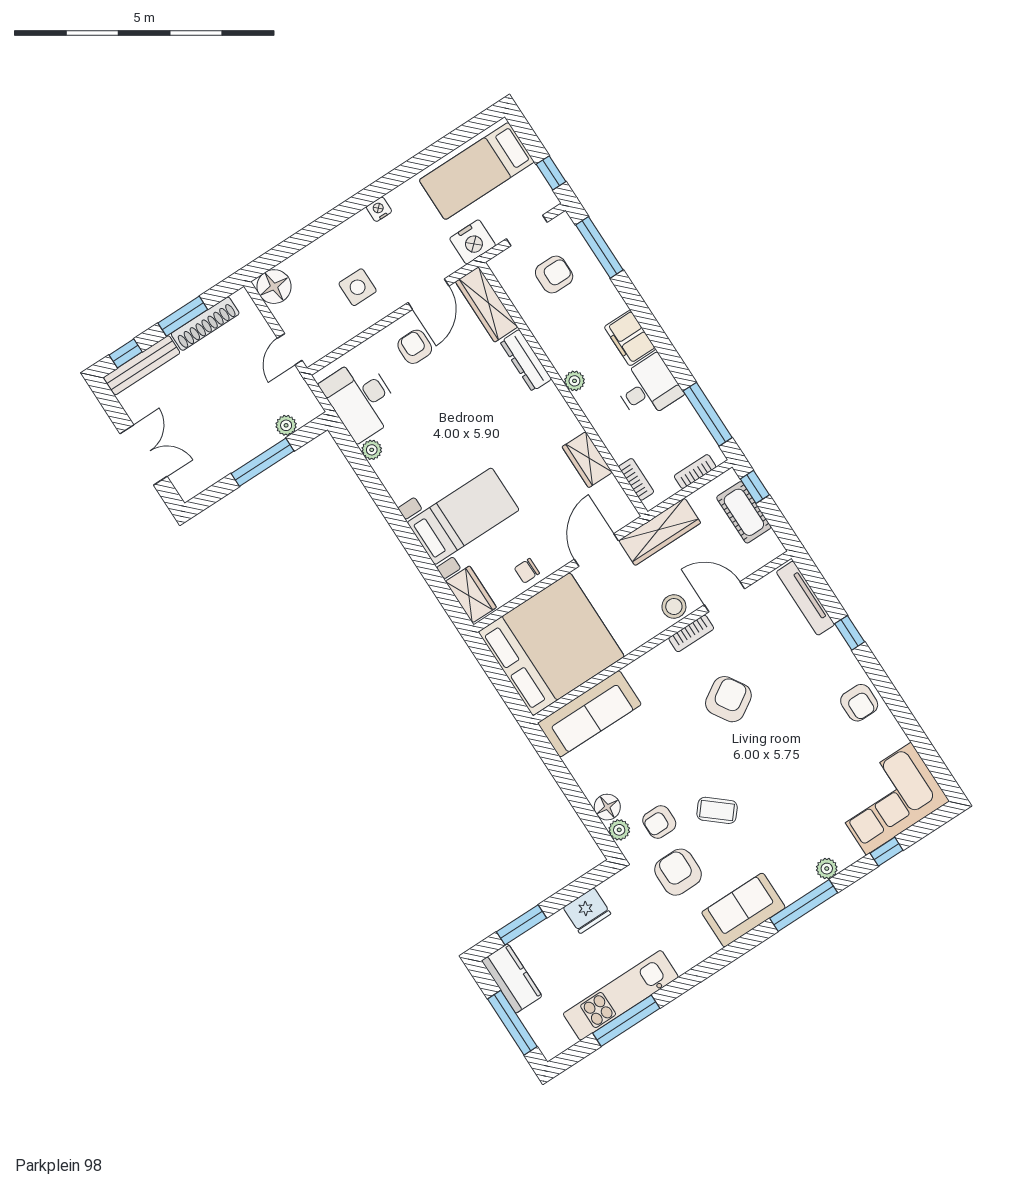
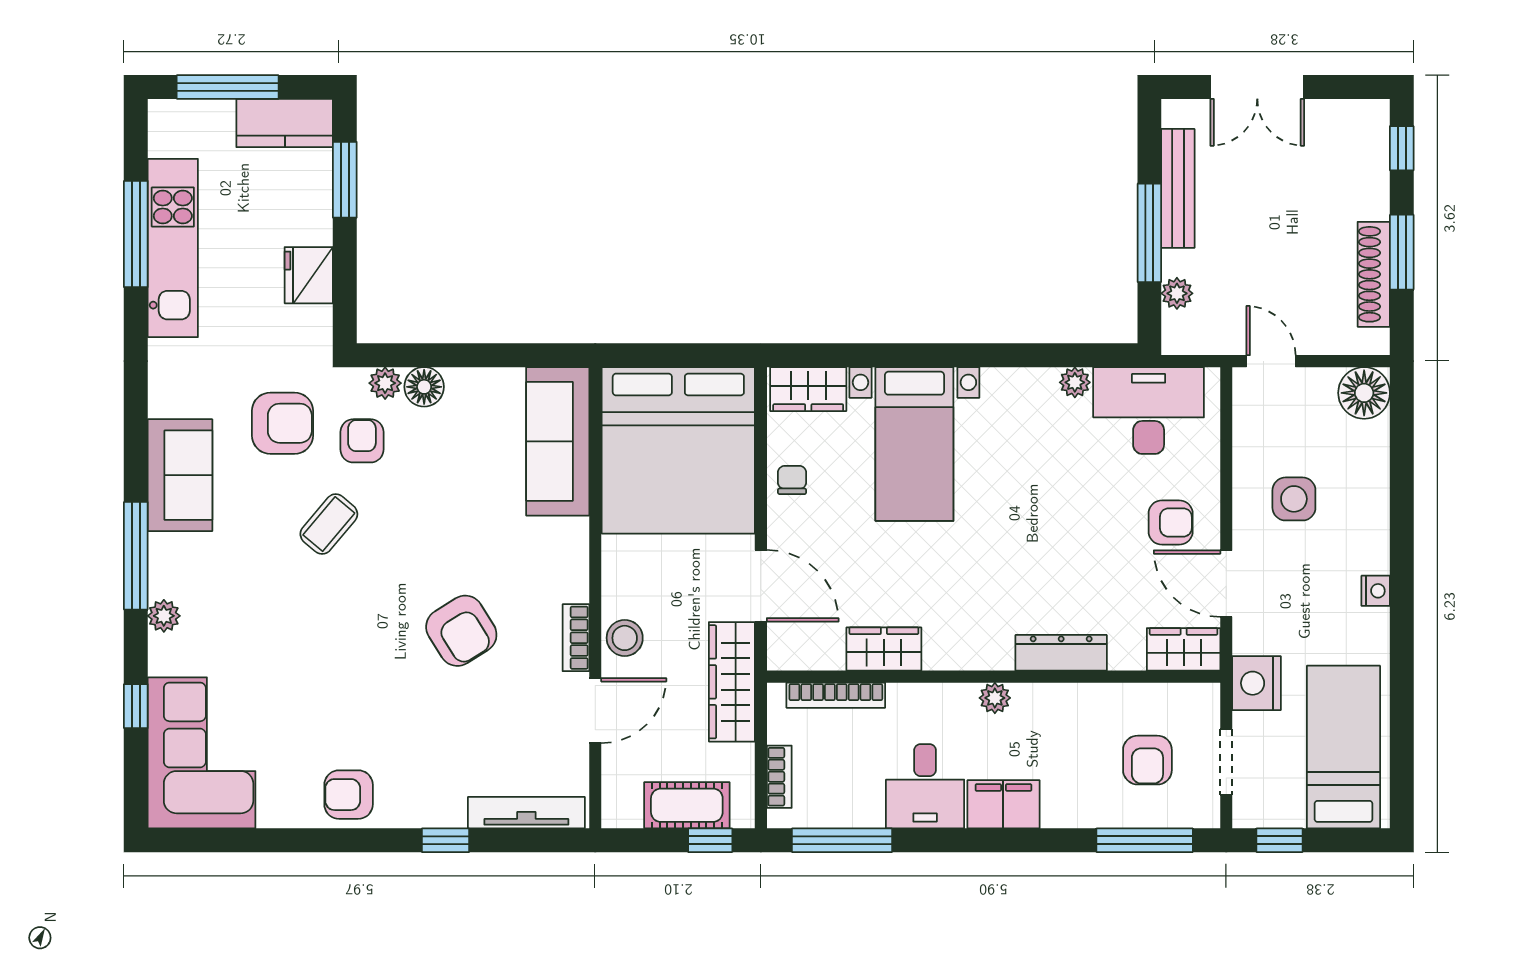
wardrobe: (487, 304) -> (1184, 649), width x0.67
bench: (142, 365) -> (1178, 188), moved
bookcase: (636, 479) -> (836, 695), width x1.56

